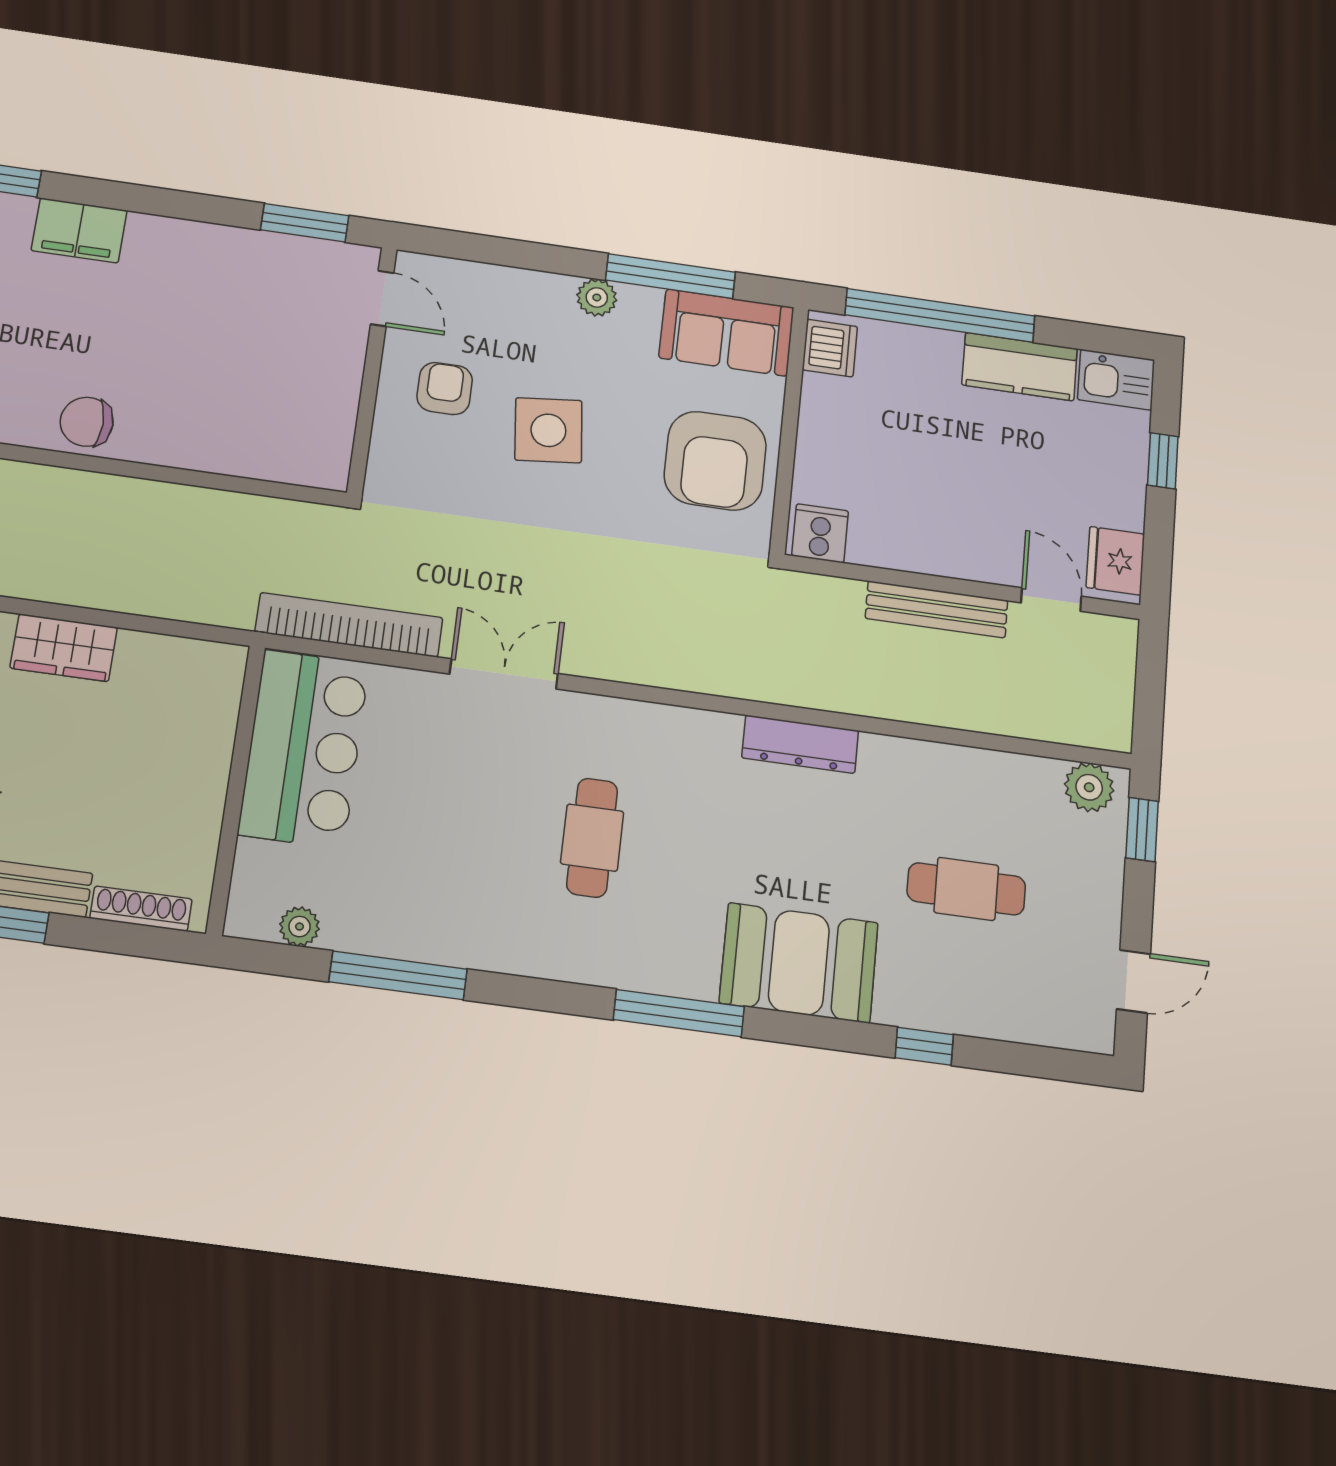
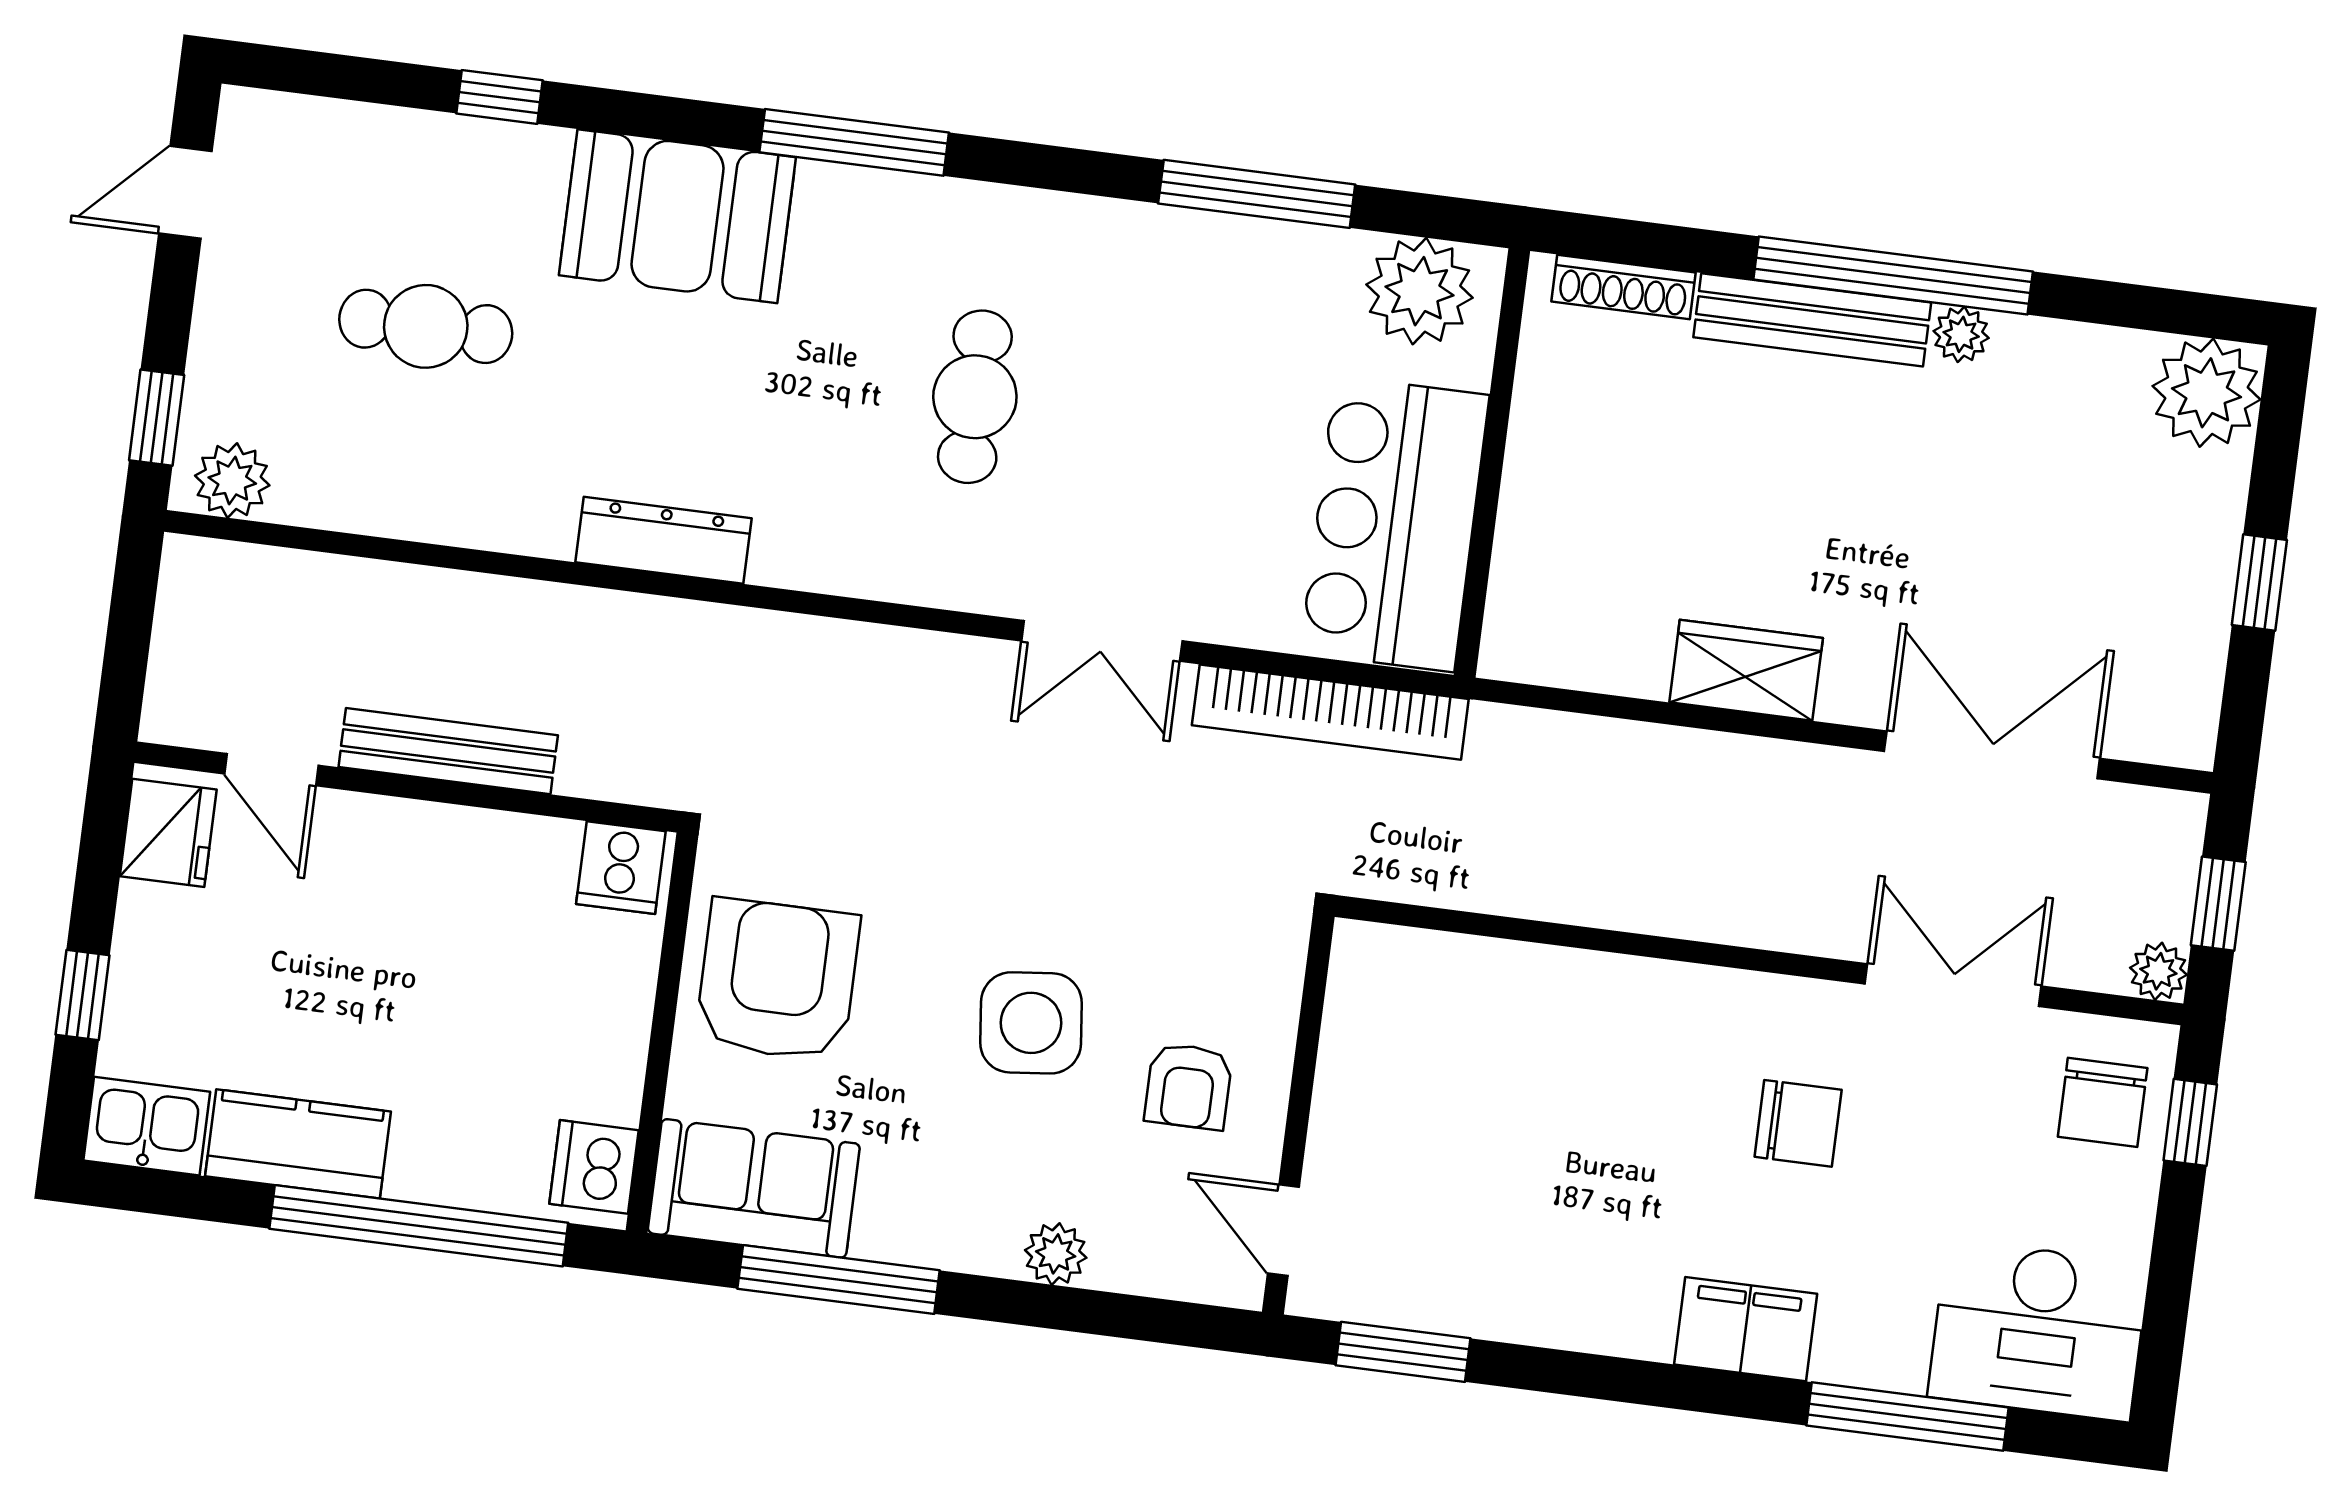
plant: (597, 297) -> (1056, 1254), moved
chair: (87, 422) -> (1798, 1123), moved
plant: (299, 927) -> (1420, 291), width x1.87, depth x1.87

